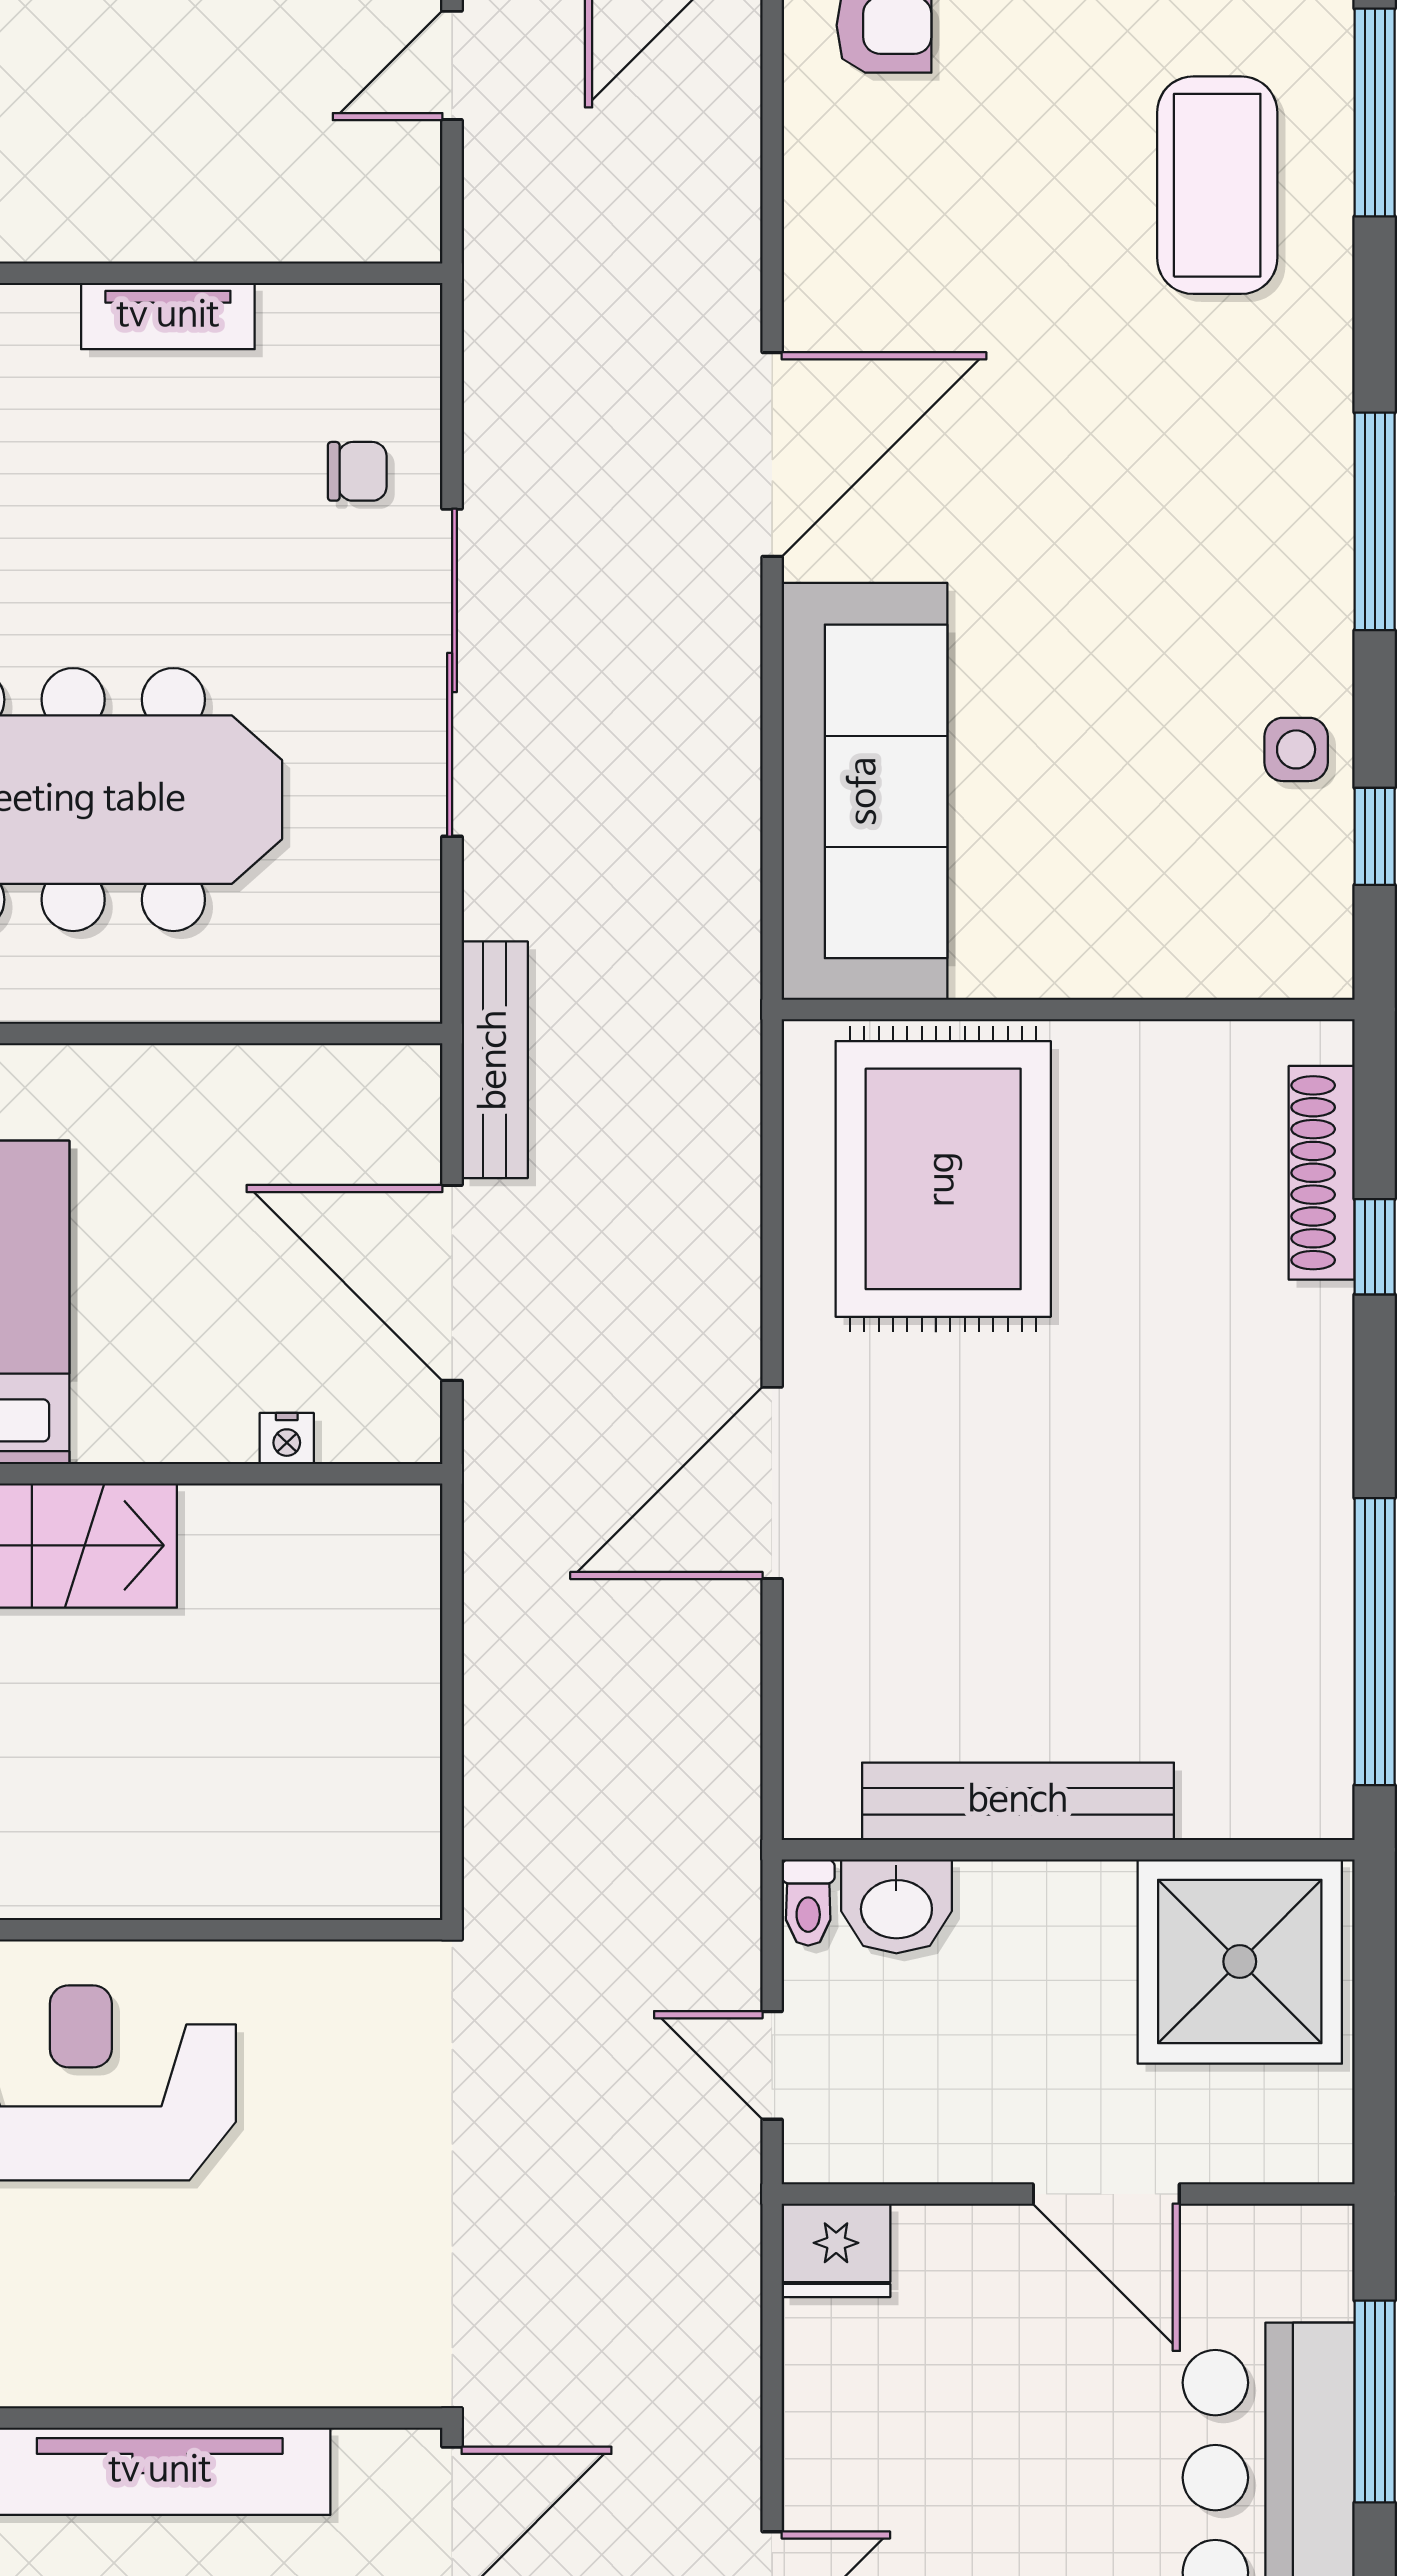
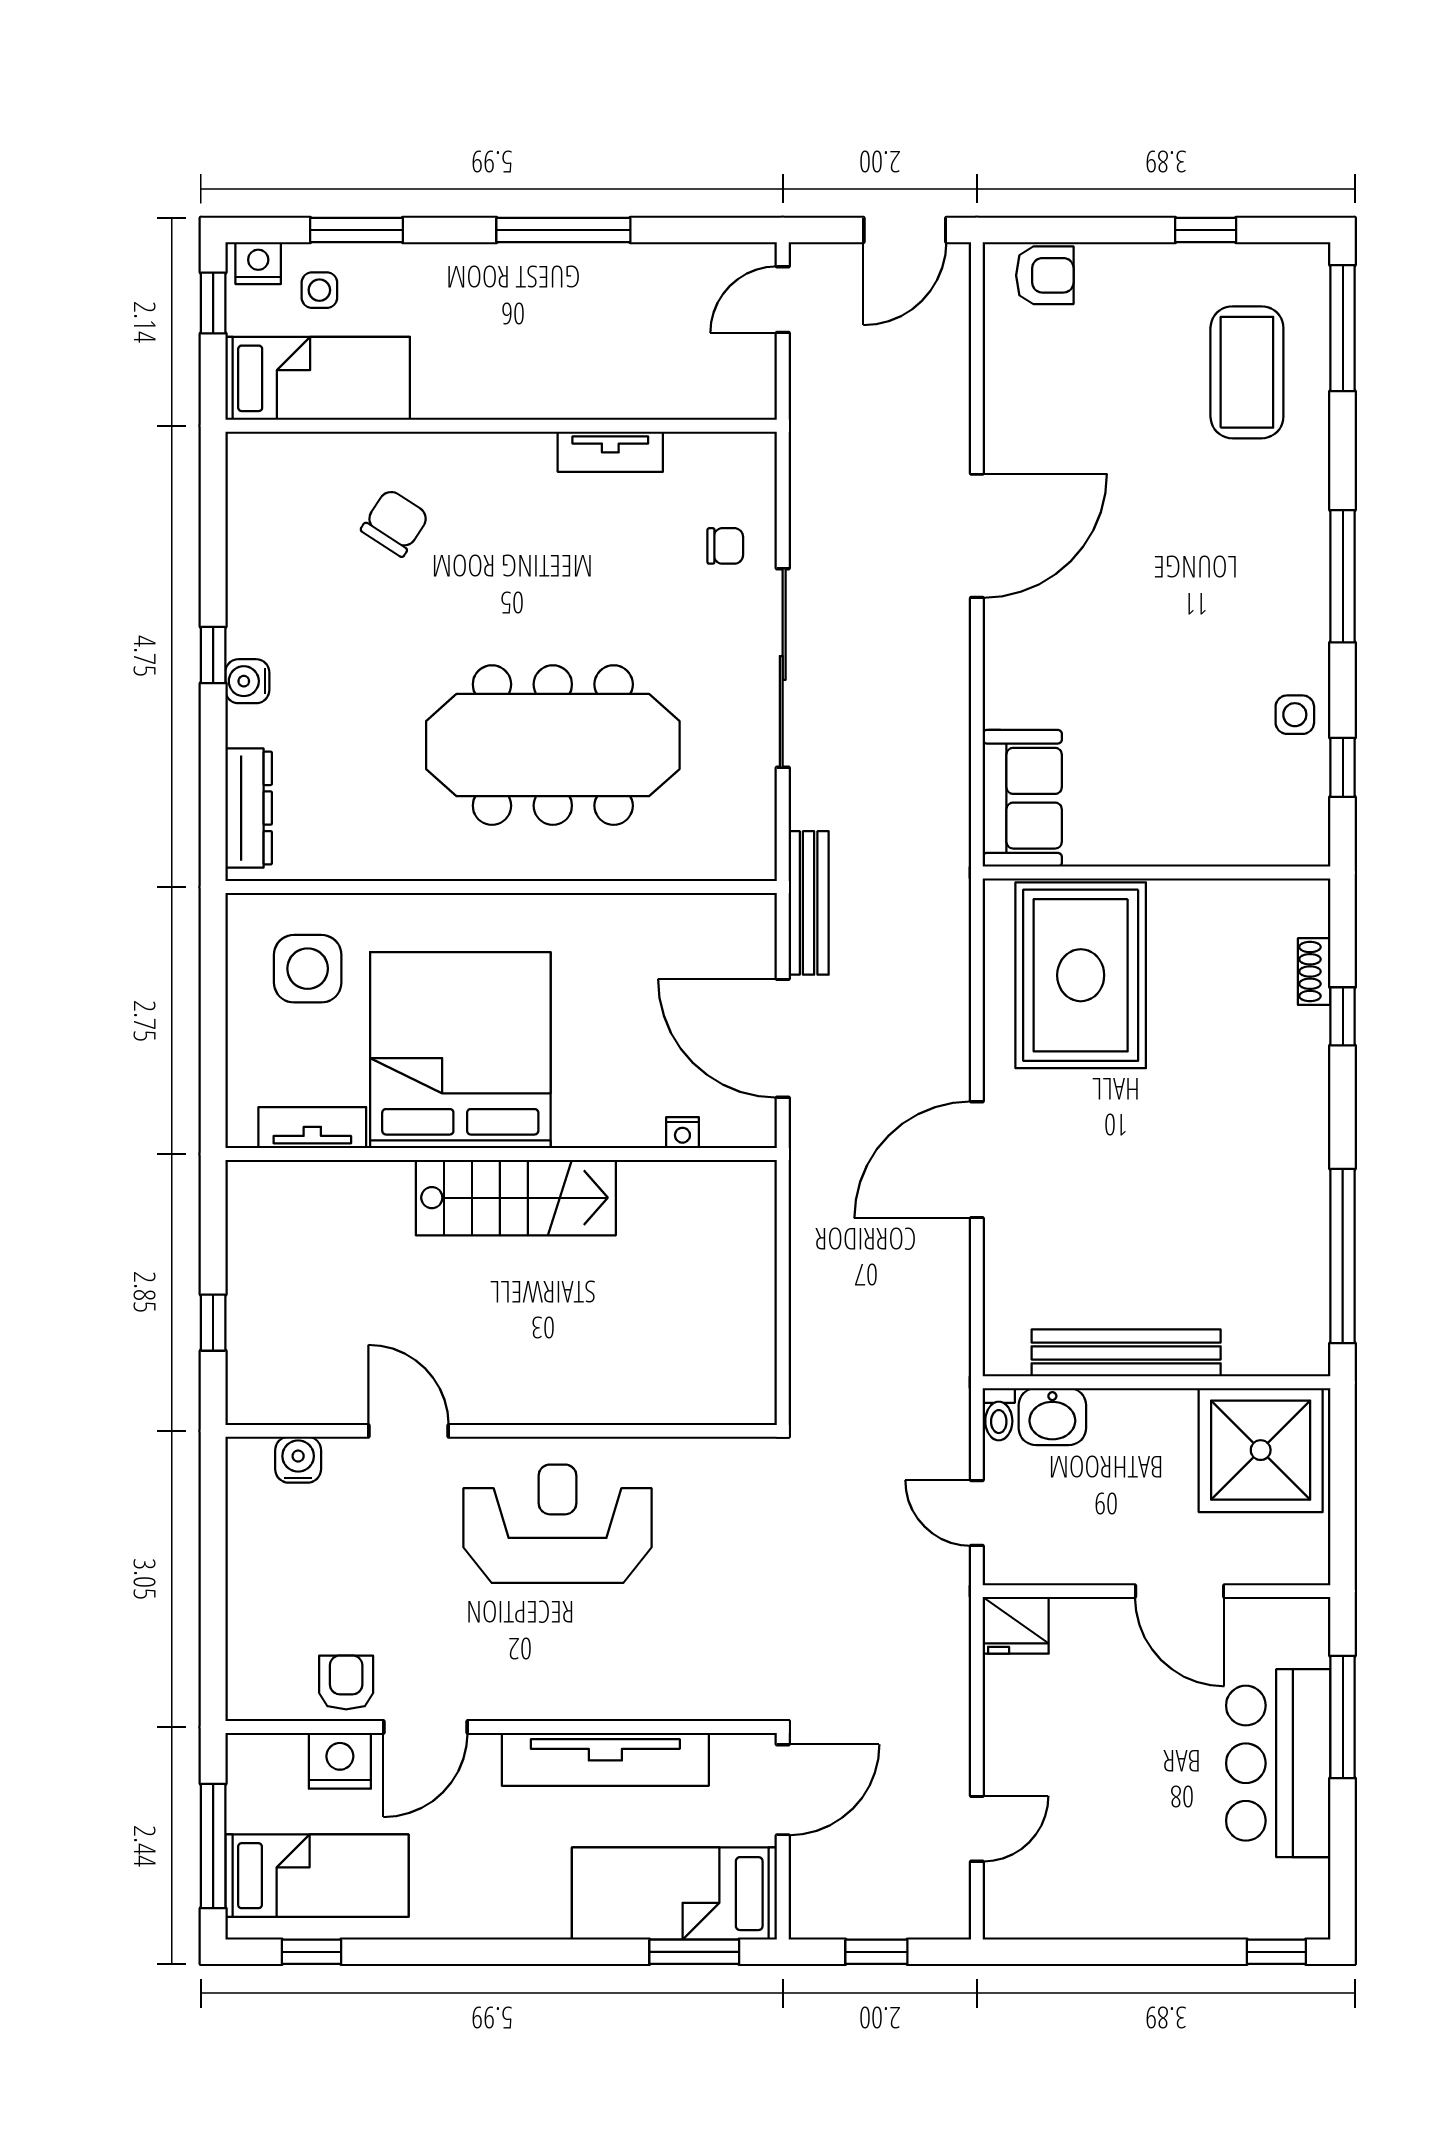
sofa: (865, 791) -> (1022, 798), width x0.54, depth x0.79
shoe rack: (1322, 1173) -> (1314, 972), width x0.51, depth x0.81

